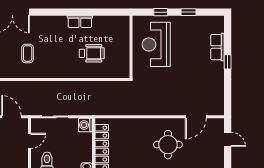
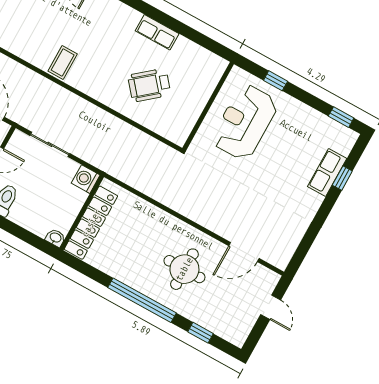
window: (189, 12) -> (341, 117), moved
coffee table: (28, 53) -> (63, 62), moved
wheelchair: (92, 53) -> (149, 85), turned 140
window: (228, 62) -> (342, 178), moved

